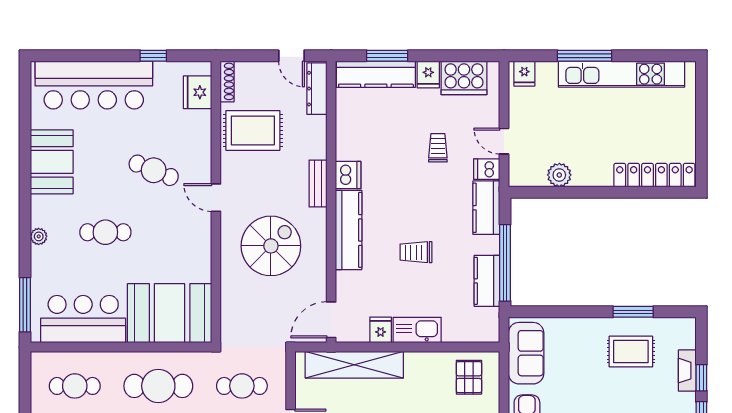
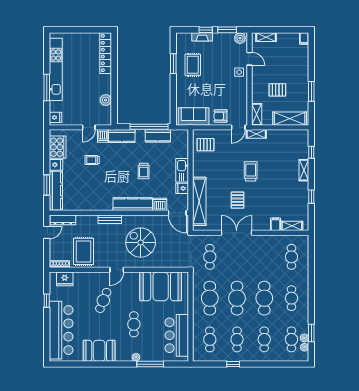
dishwasher: (348, 175) -> (160, 204), moved
window: (25, 305) -> (150, 364), moved
booth: (170, 313) -> (161, 286), moved, turned 90

